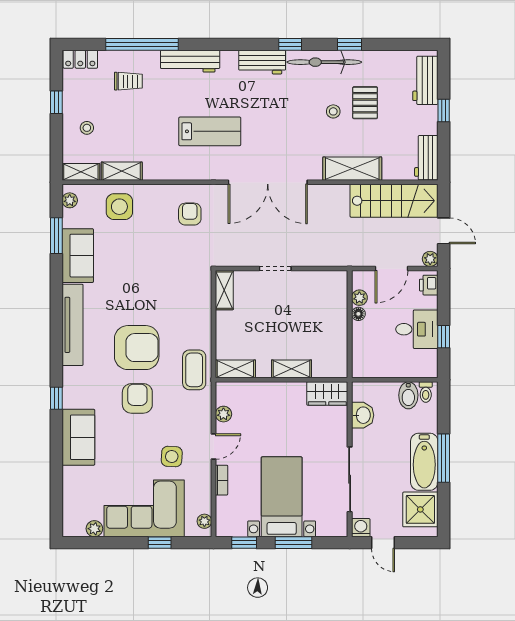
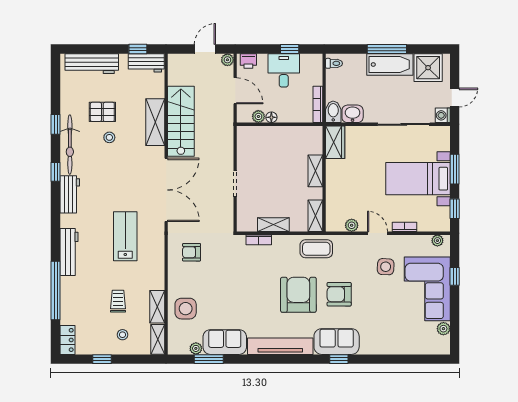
workbench: (425, 80) -> (92, 64), width x1.38
trolley: (128, 81) -> (118, 301), moved
window: (444, 111) -> (138, 49), moved
plant: (70, 200) -> (196, 348), moved
stairs: (394, 201) -> (181, 121), moved
shelving: (224, 290) -> (273, 225), moved
bookcase: (205, 298) -> (259, 240), added
bookcase: (374, 372) -> (318, 104), added
bidet: (408, 395) -> (333, 112), moved, turned -90
sofa: (78, 437) -> (337, 342), moved

